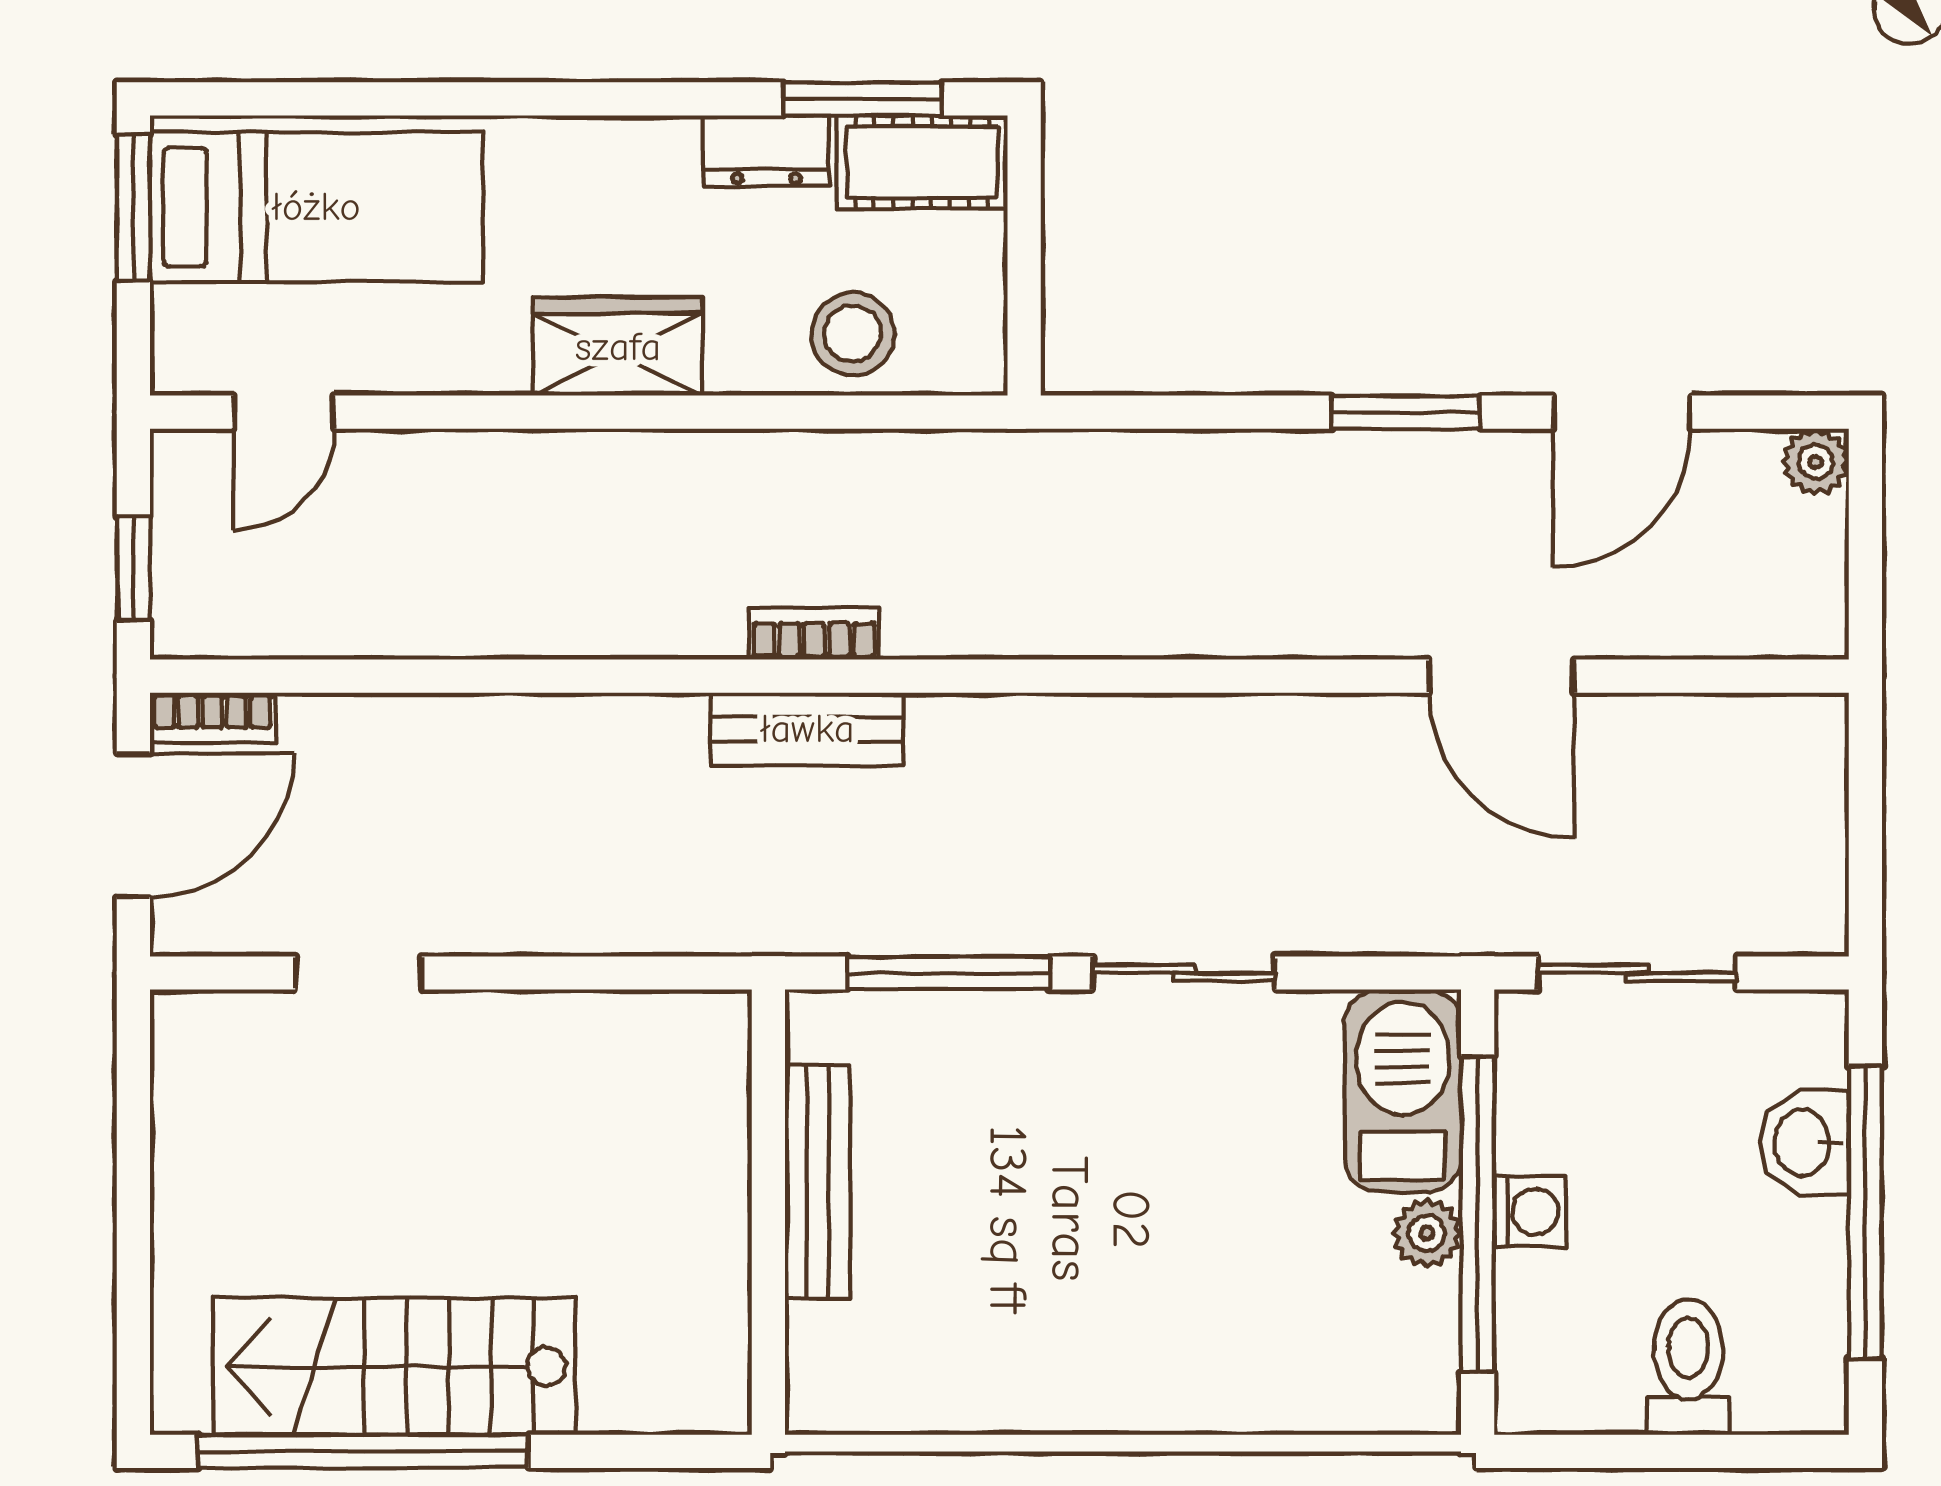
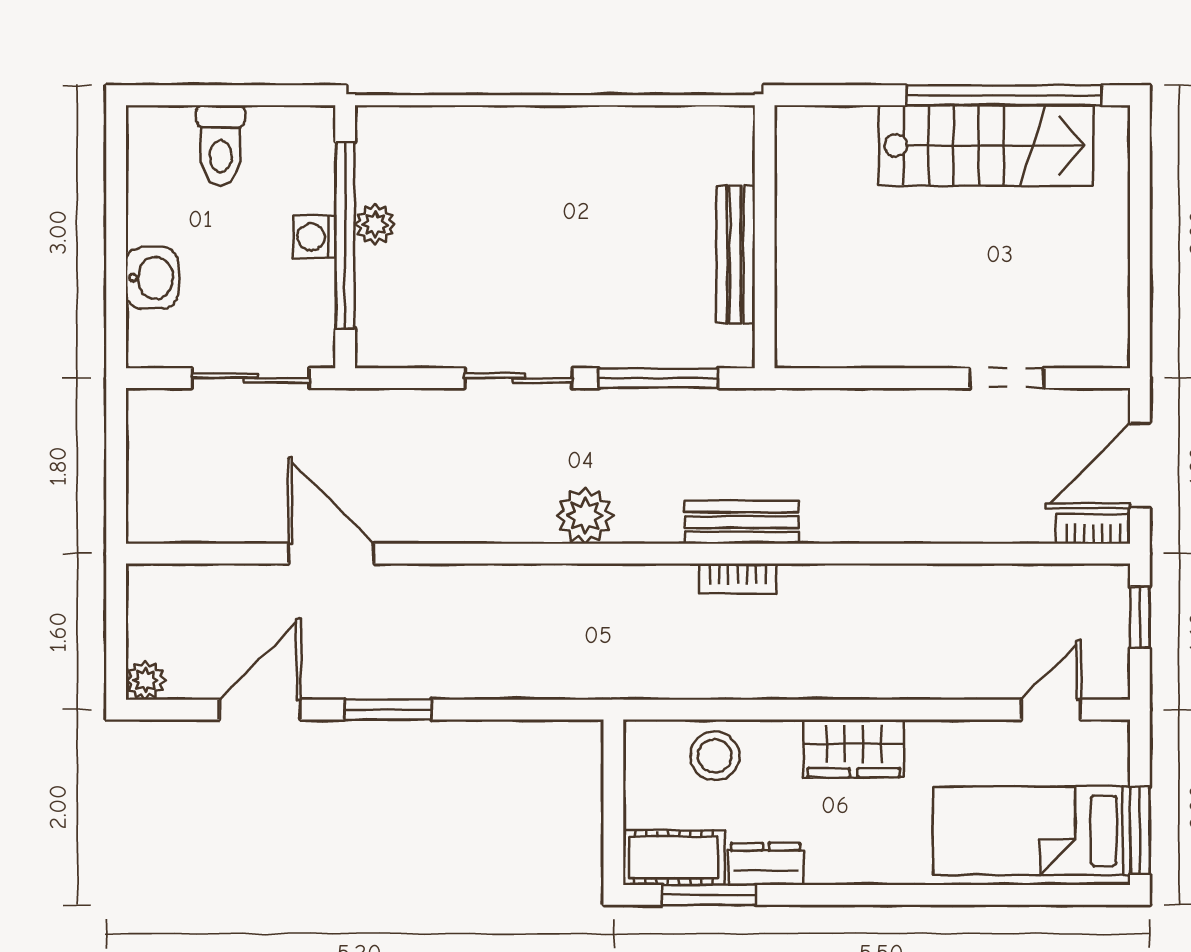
plant: (1072, 740) -> (585, 516), added
barbecue: (1403, 1091) -> (390, 308), removed
window: (1865, 1213) -> (116, 236), removed

